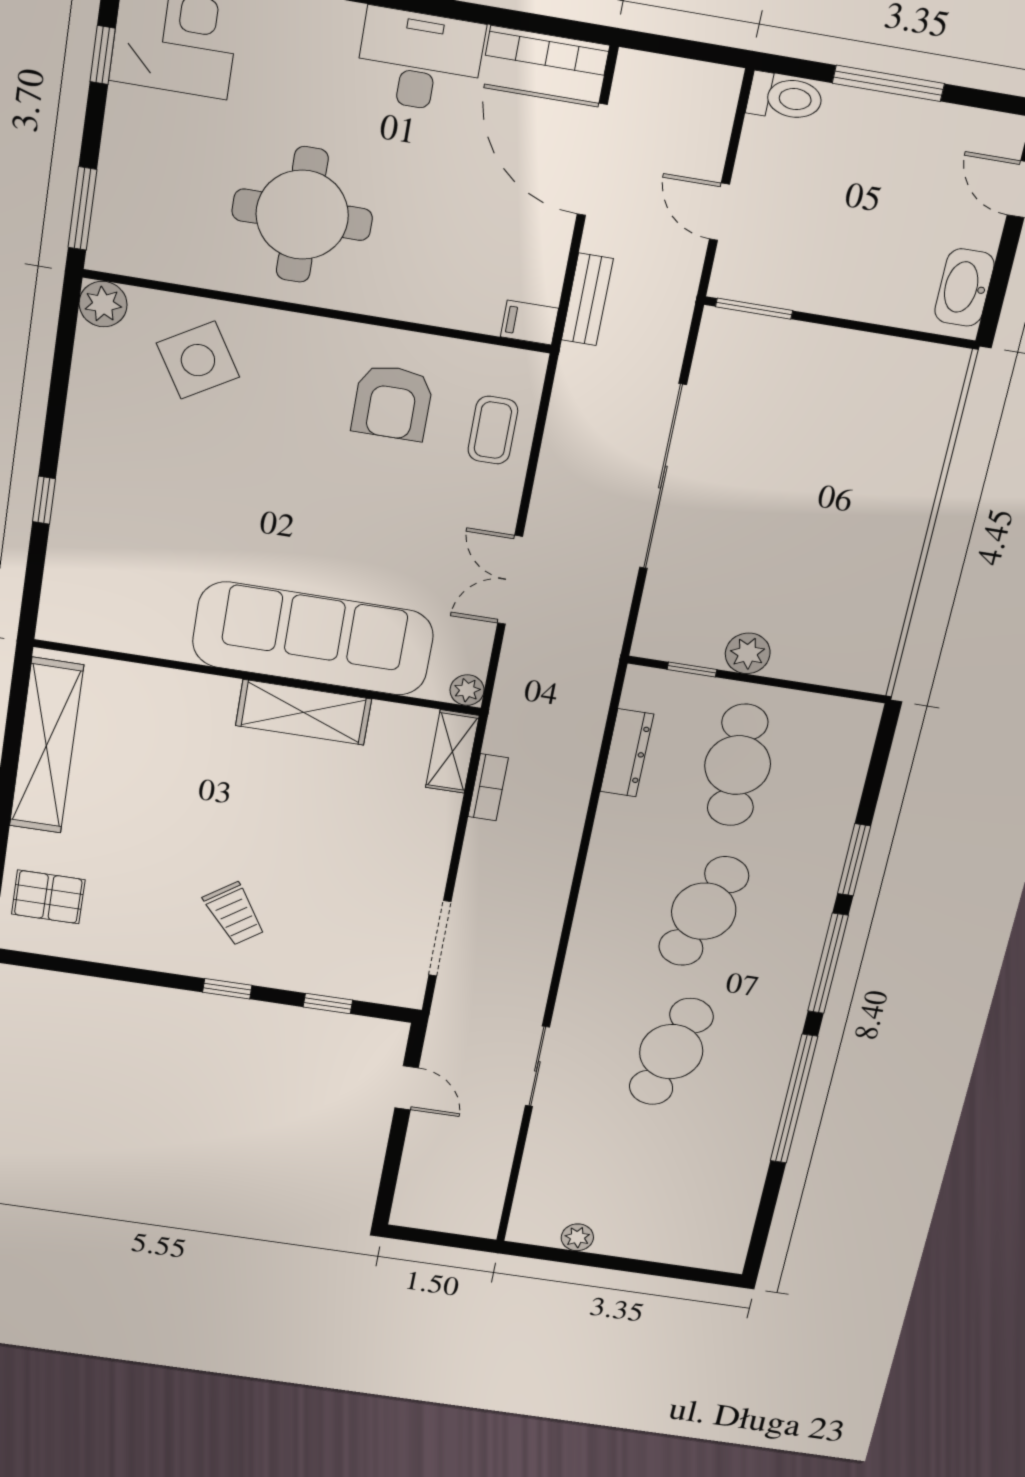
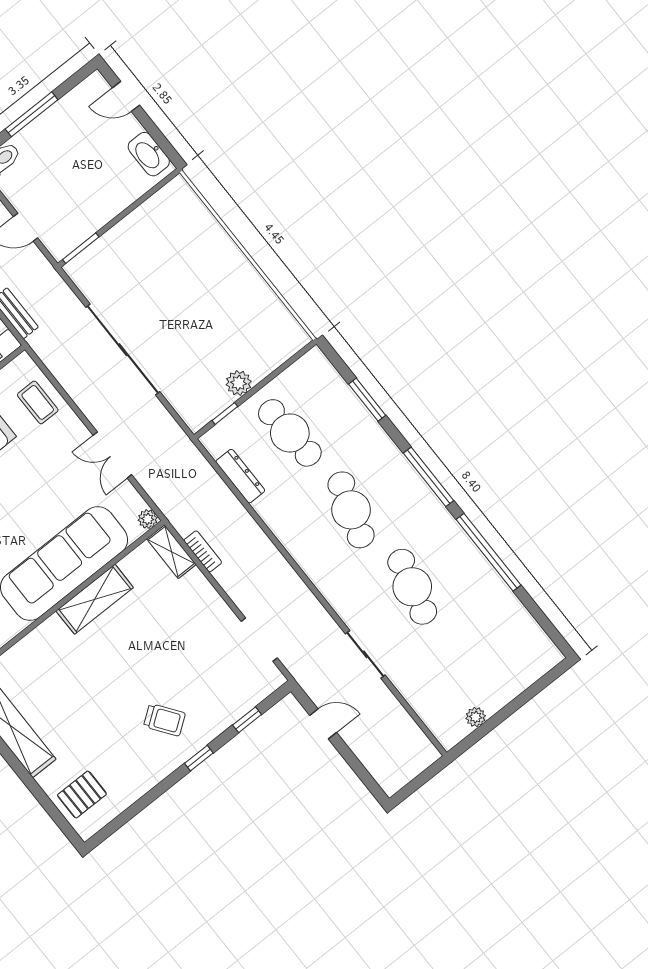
window: (854, 860) -> (367, 400), moved

